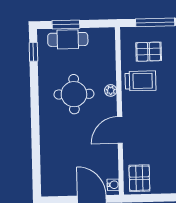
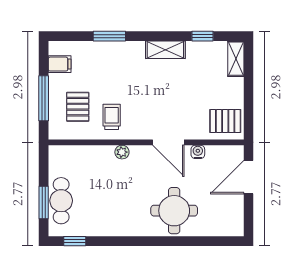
trolley: (141, 81) -> (112, 117), width x0.73, depth x0.72
round table: (74, 94) -> (174, 211), moved
water cooler: (113, 185) -> (198, 152), moved

